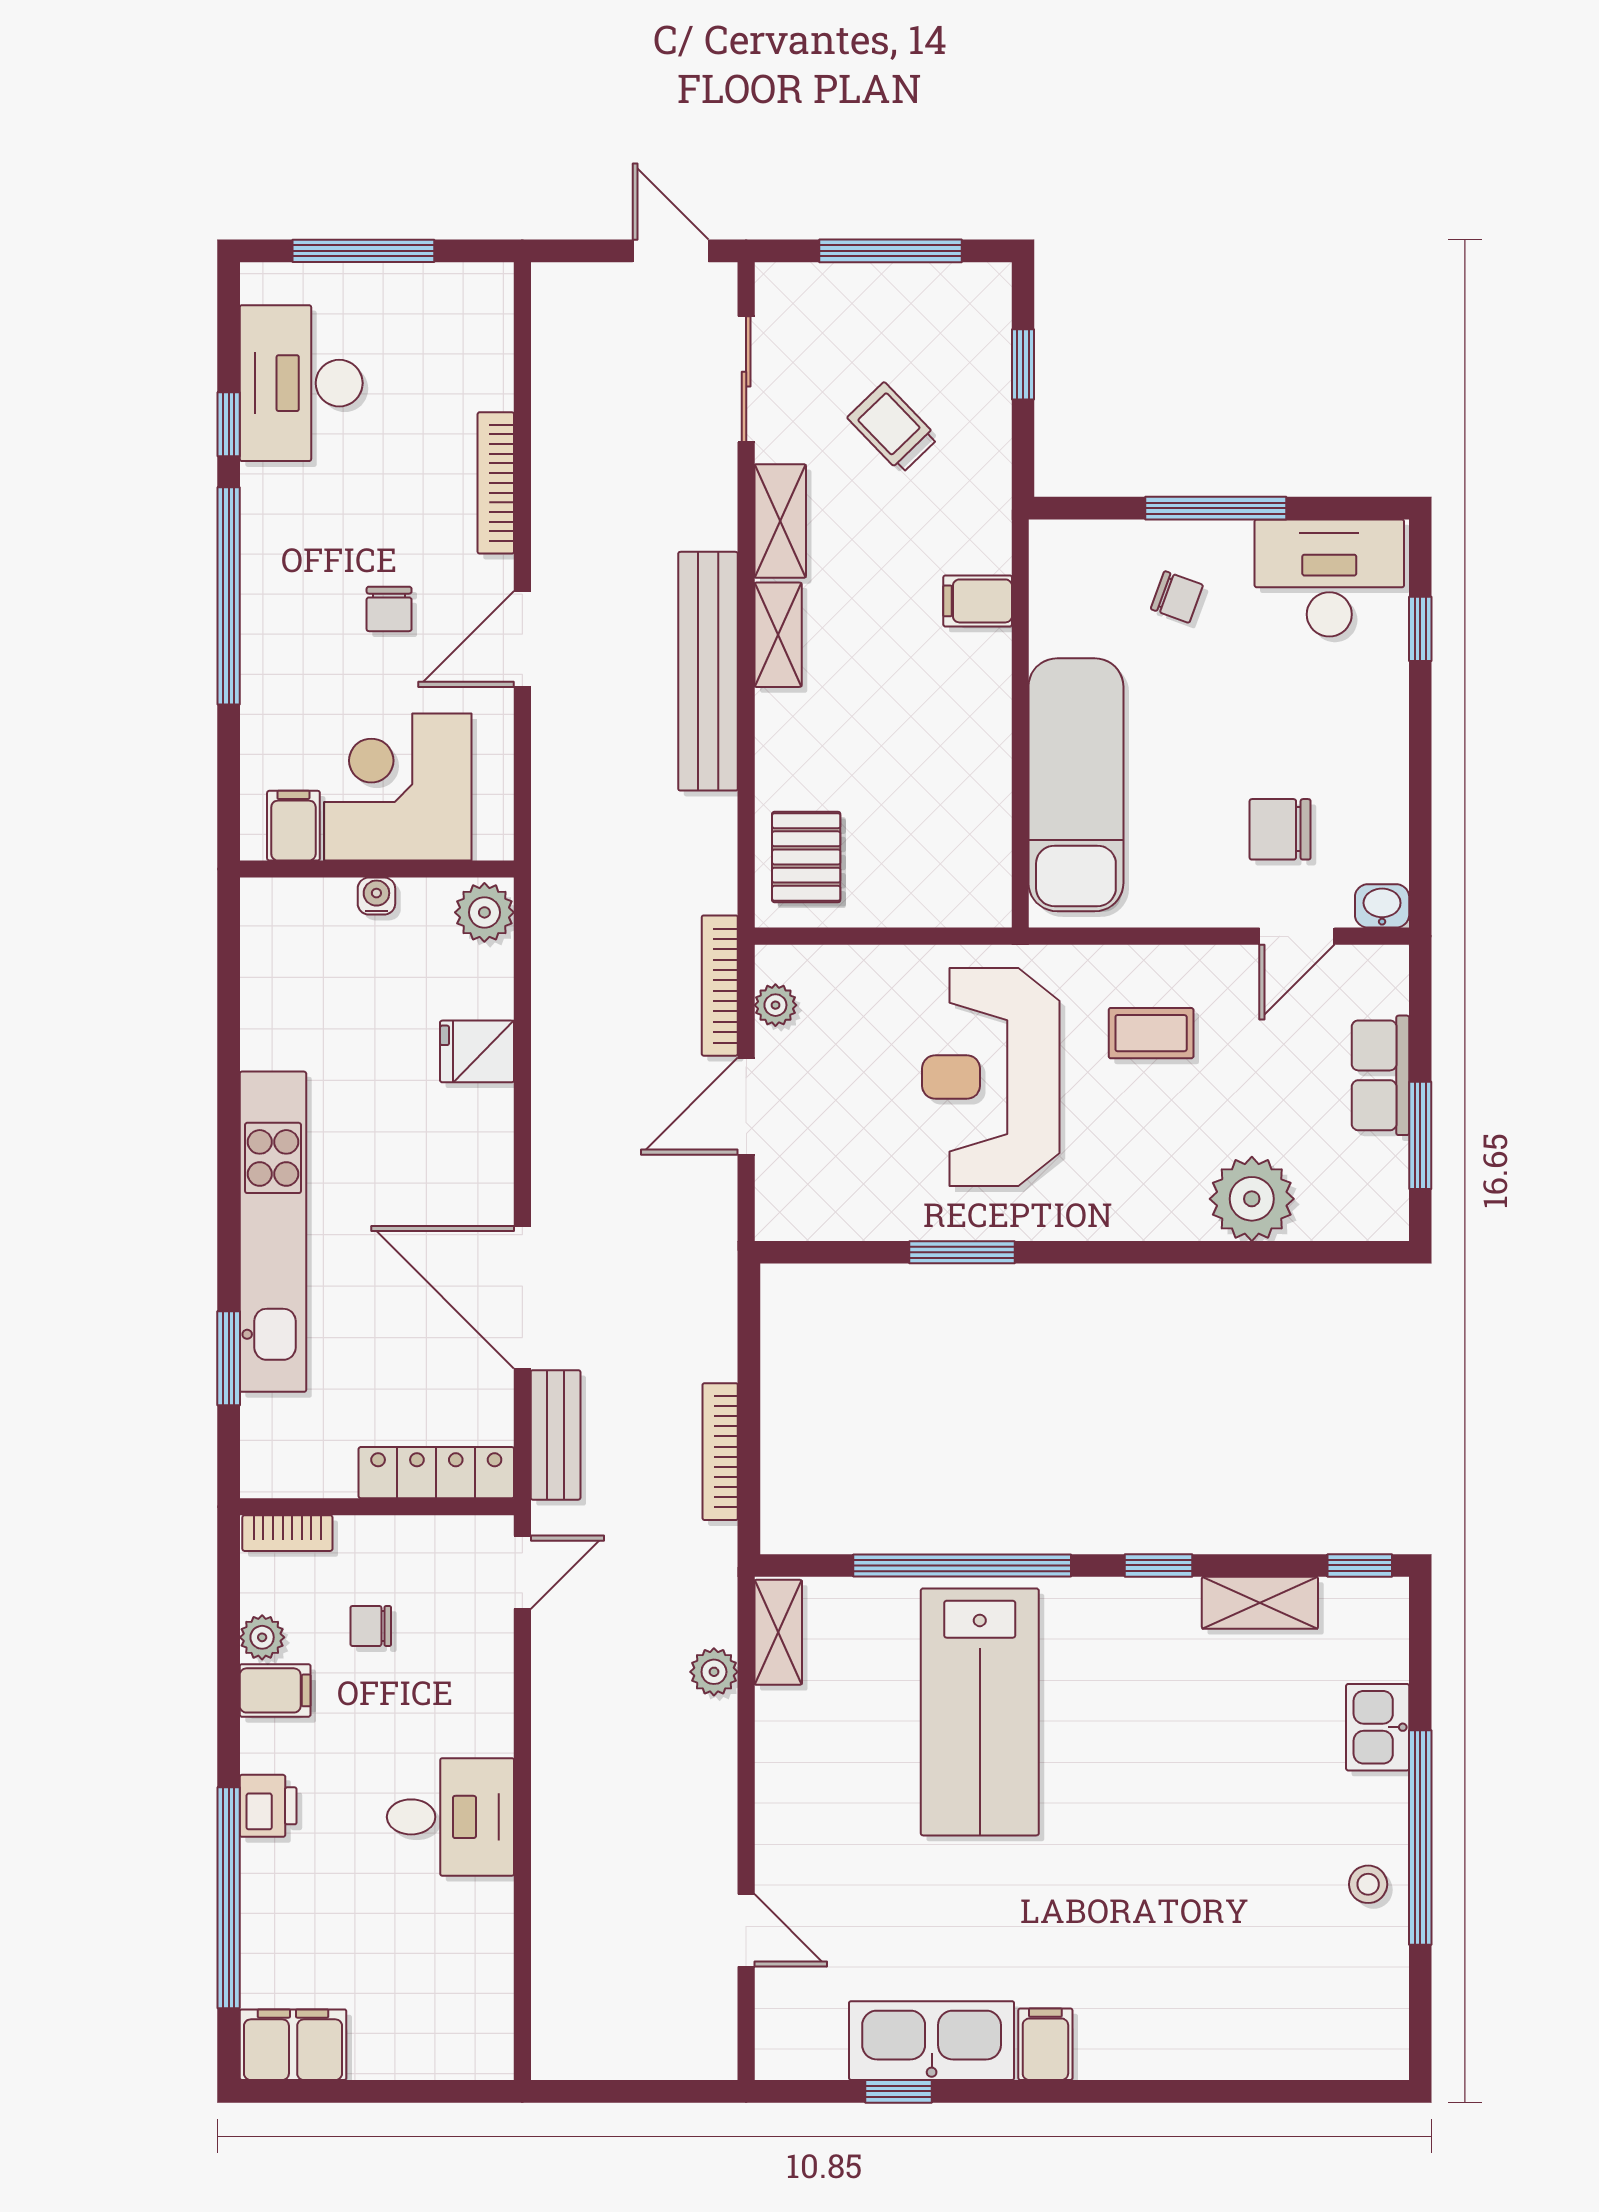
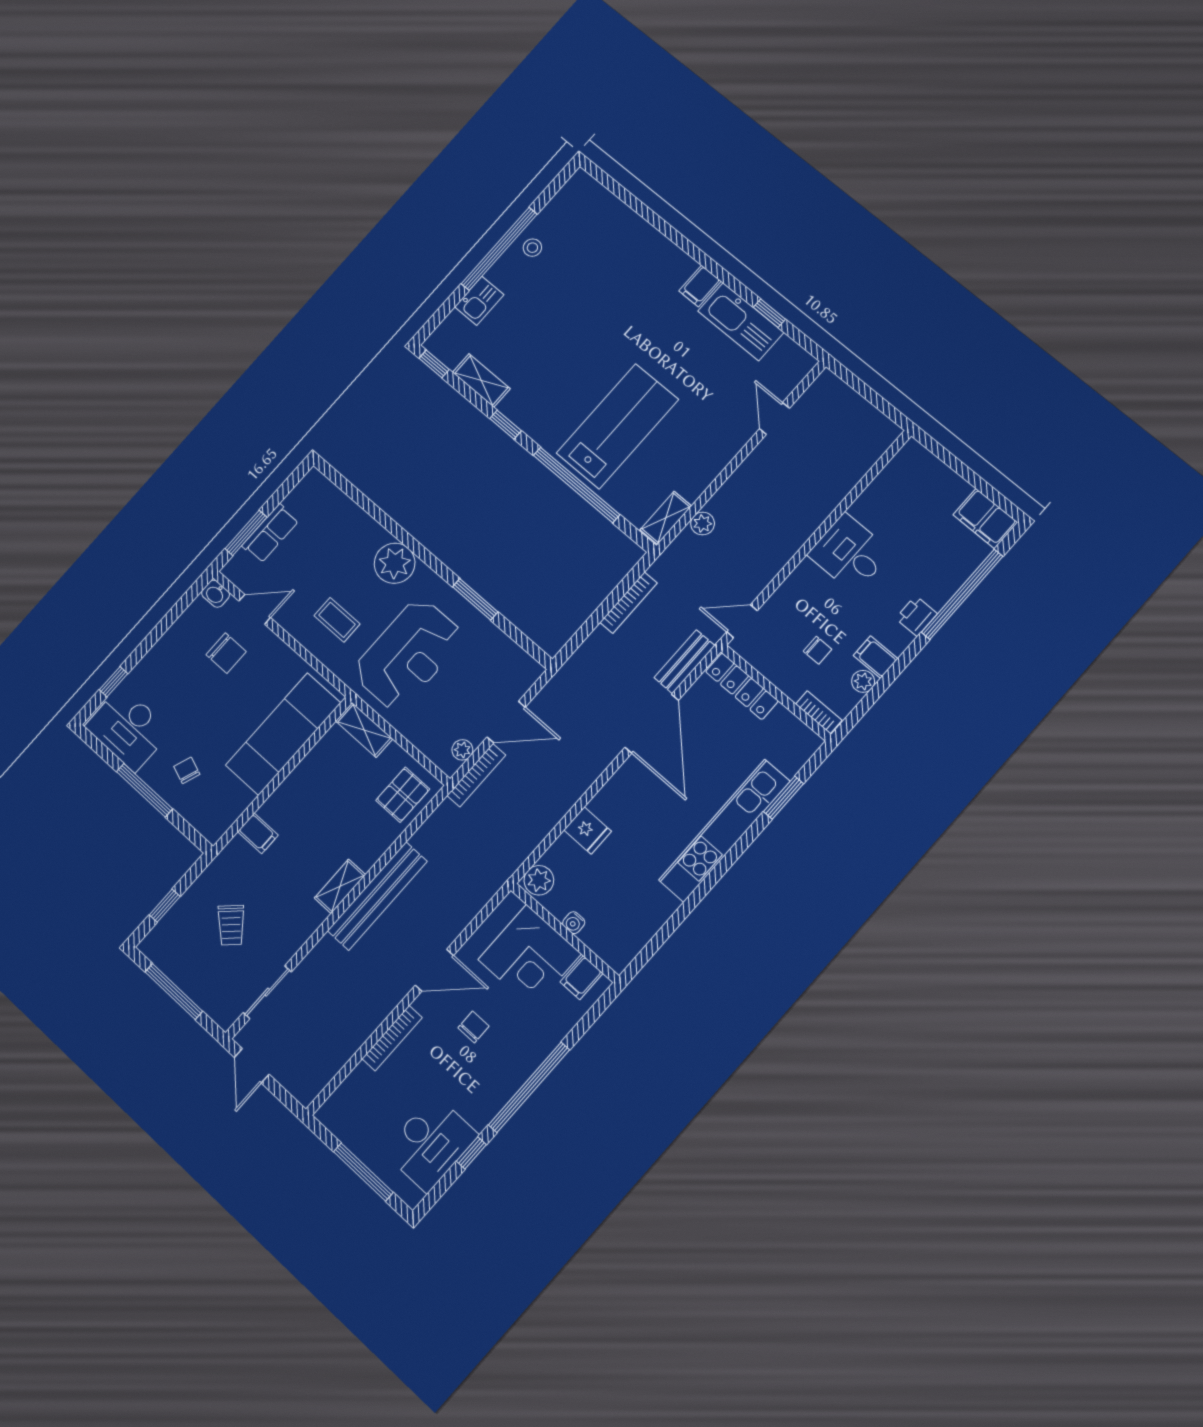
shelving: (780, 521) -> (364, 730), moved, turned 90
window: (1420, 1135) -> (246, 533), moved
plant: (1252, 1199) -> (395, 563), moved

